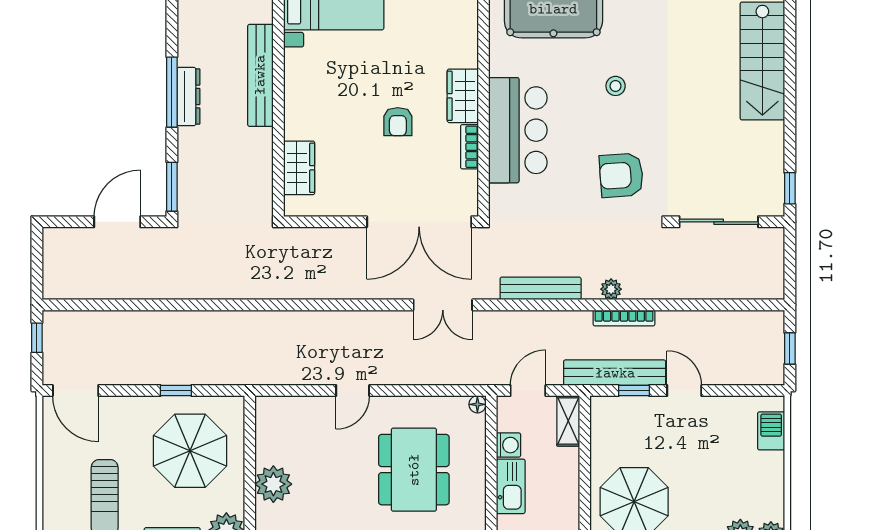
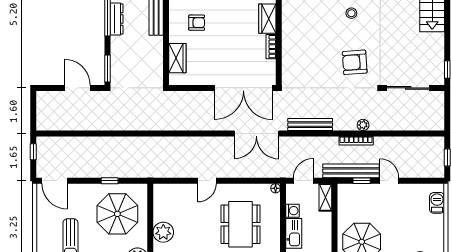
armchair: (398, 122) -> (197, 23), moved, turned -90
bar counter: (518, 130) -> (298, 38), removed
door: (117, 222) -> (77, 88), hinge flipped
plant: (611, 289) -> (363, 125), moved
double door: (443, 305) -> (256, 134), width x1.37

